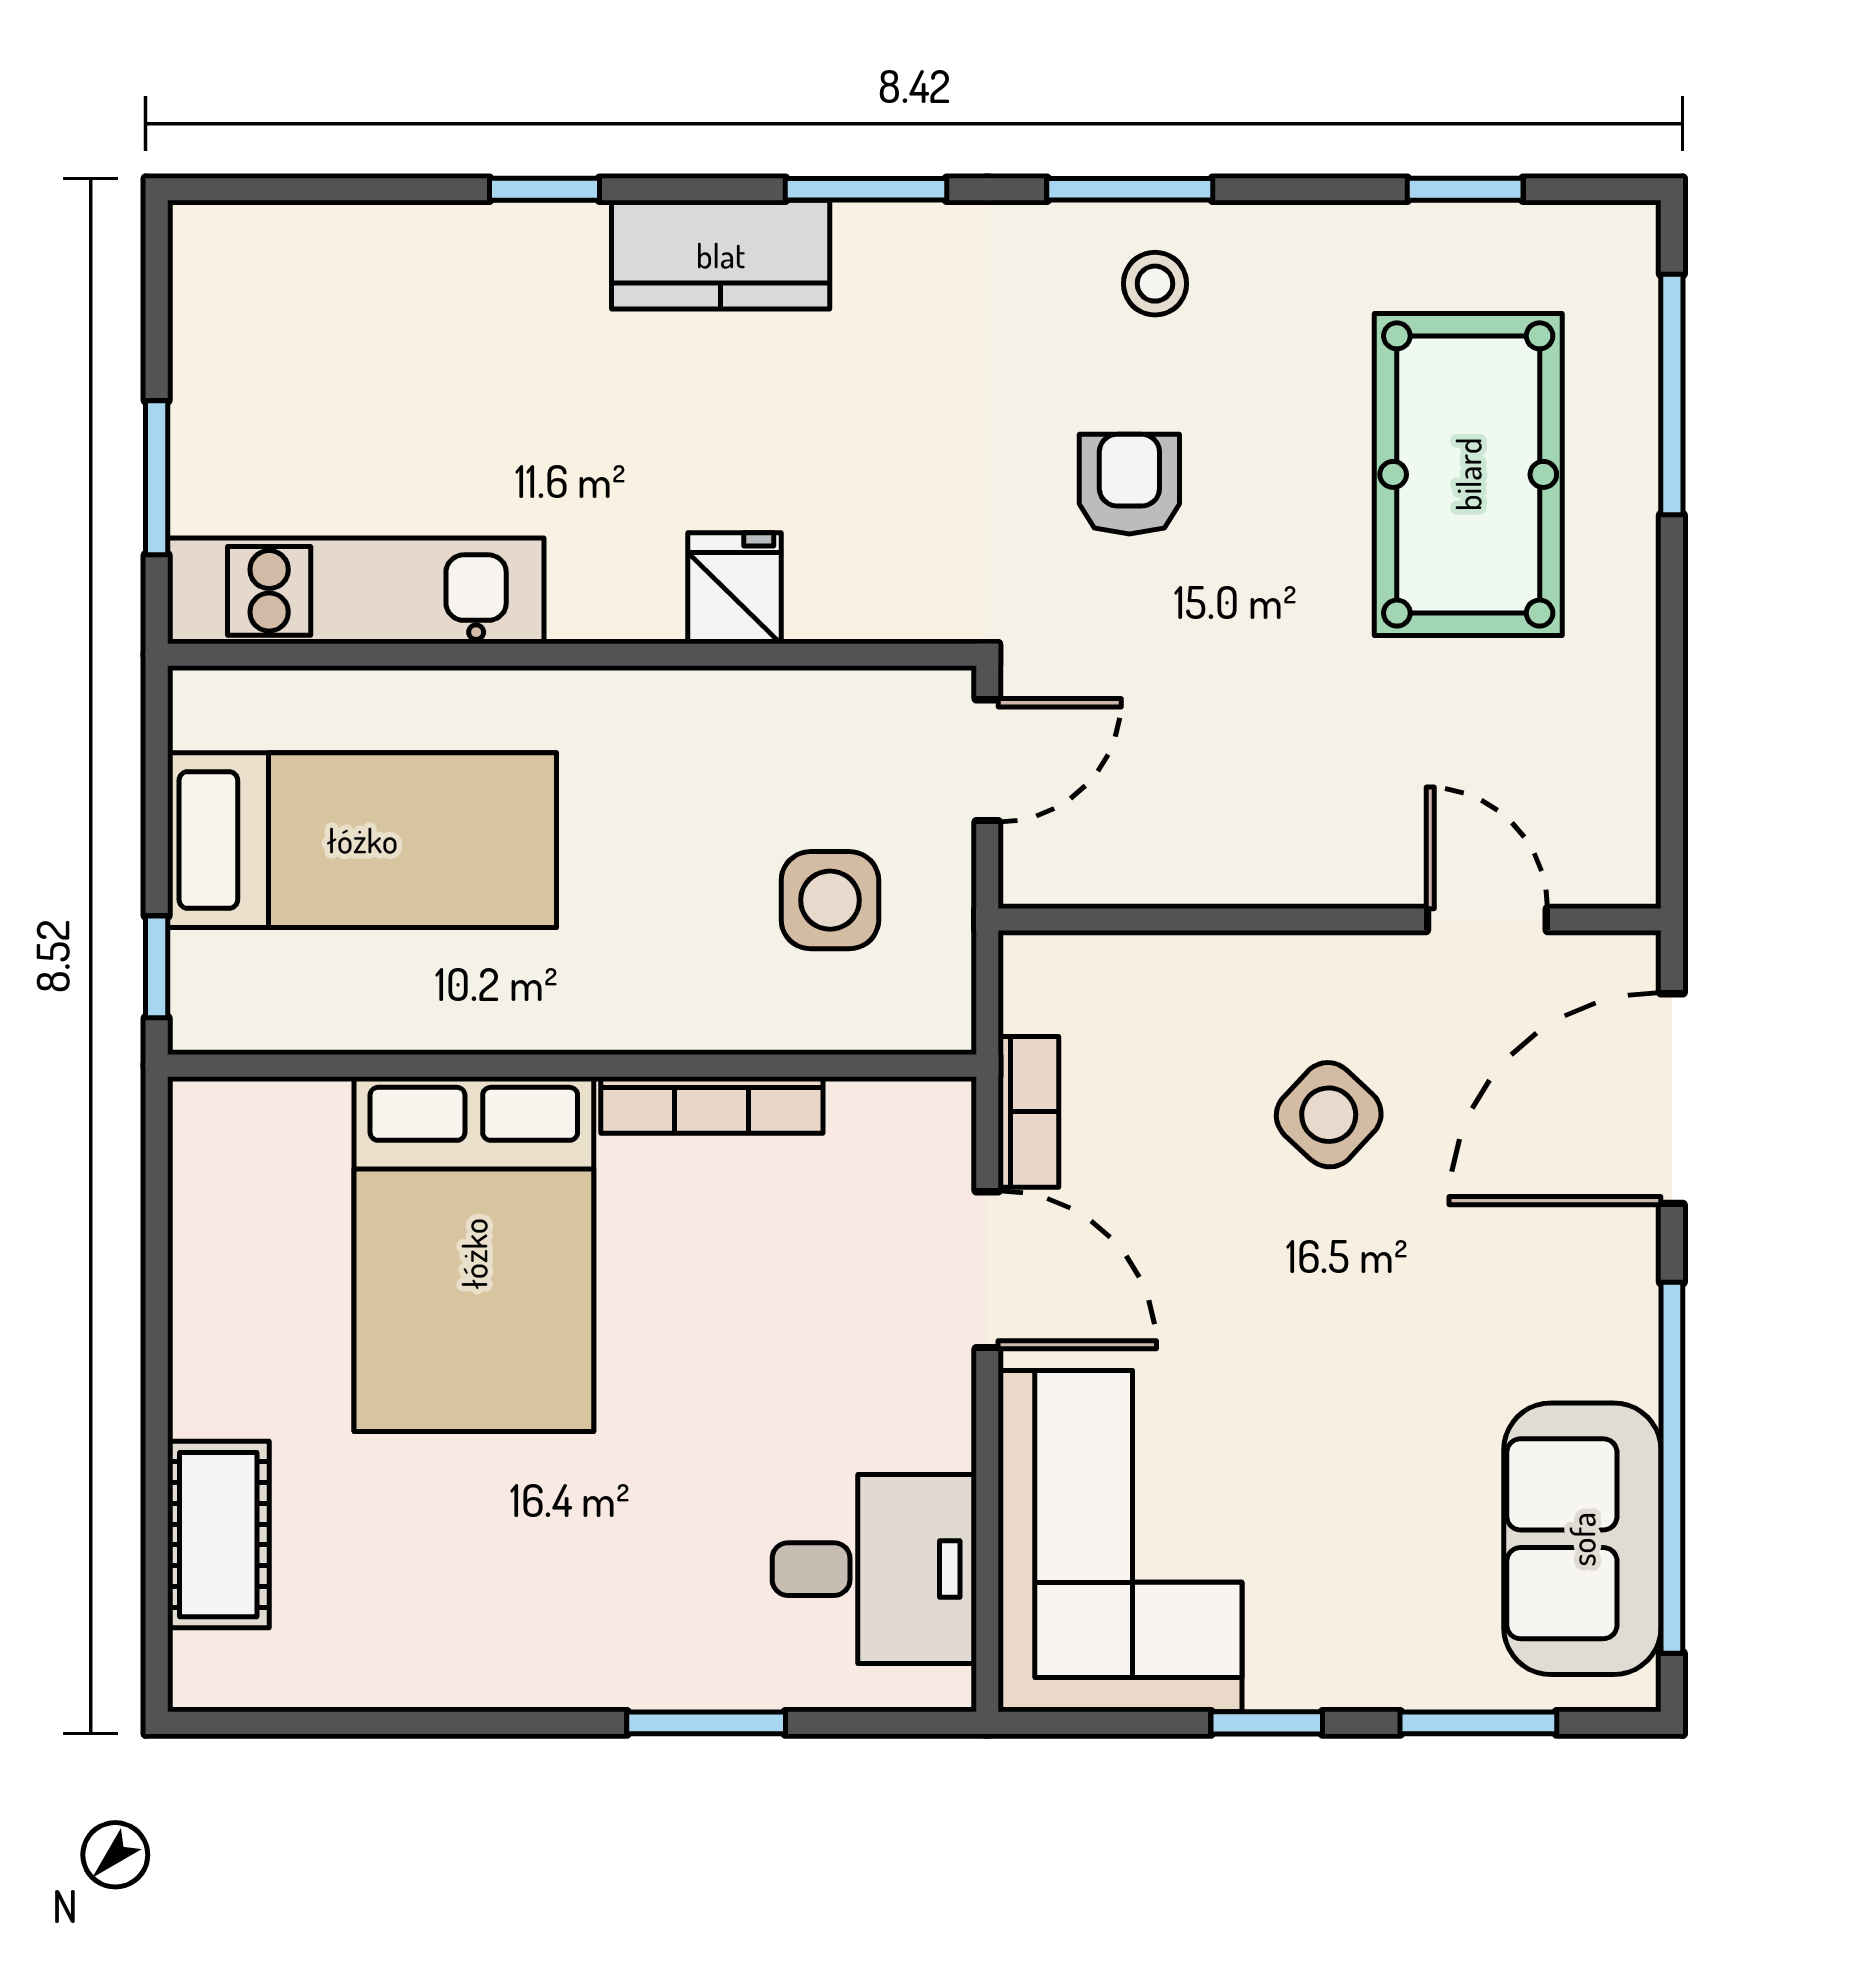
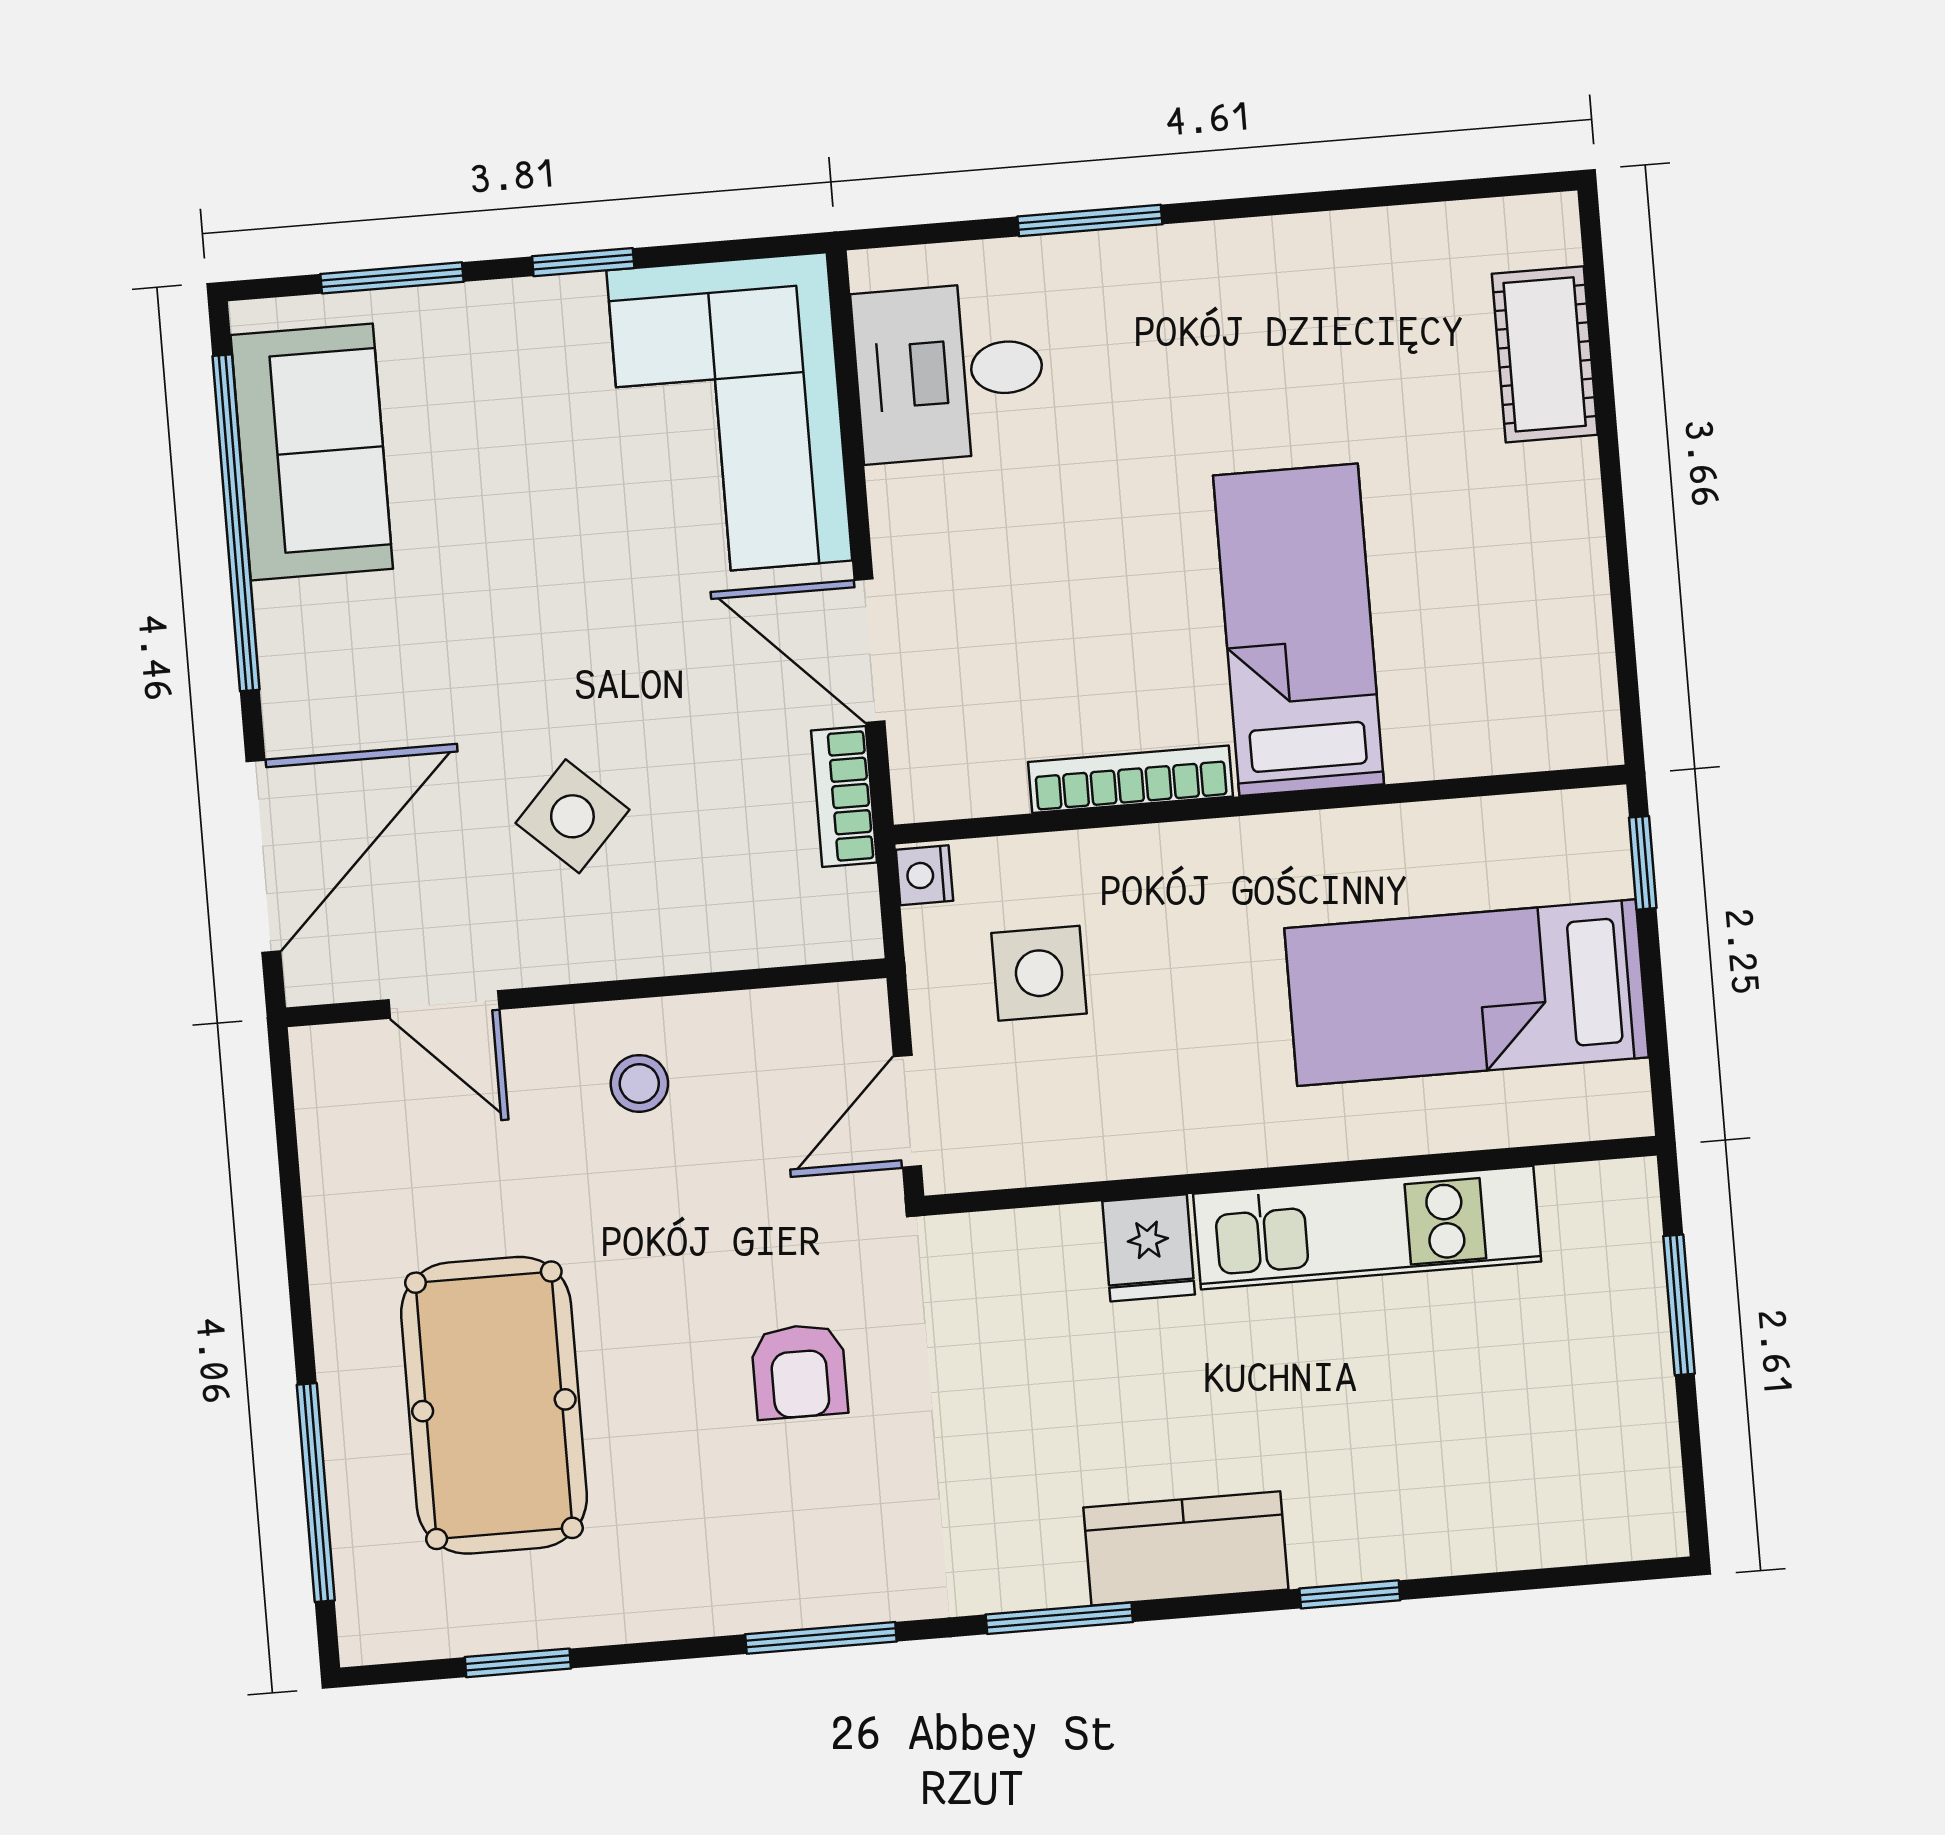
stool: (1155, 284) -> (639, 1083), moved
kitchen unit: (356, 591) -> (1367, 1228), moved
nightstand: (947, 1018) -> (924, 875), added
bed: (474, 1254) -> (1299, 630), width x0.67

